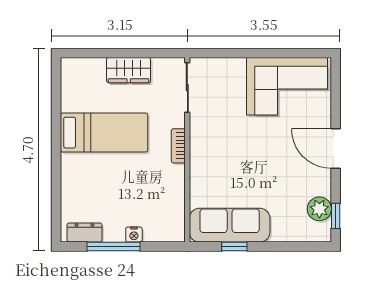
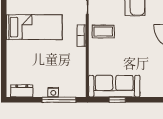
coffee table: (212, 139) -> (103, 32), added
window: (113, 247) -> (59, 100), moved

